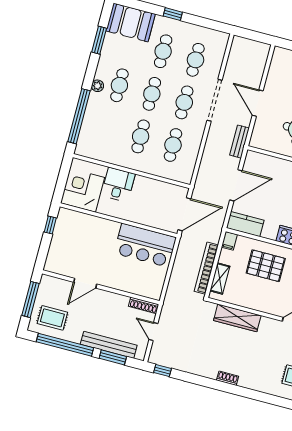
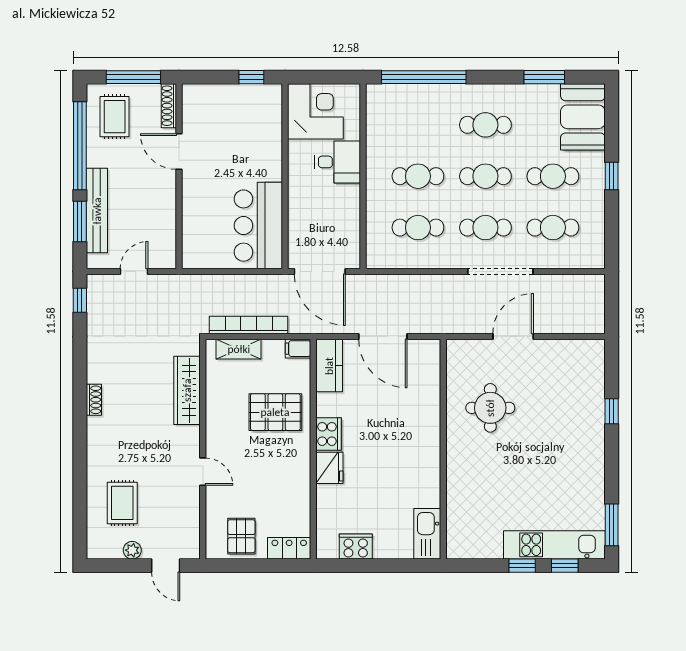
plant: (98, 86) -> (476, 93), removed
bench: (239, 142) -> (449, 325), removed
pallet: (266, 266) -> (275, 412), turned 90
shoe rack: (144, 305) -> (169, 106), moved

